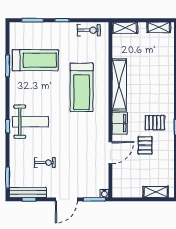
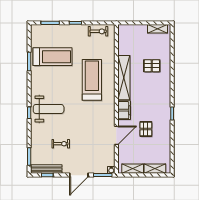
shelving: (125, 28) -> (133, 169), moved
treadmill: (82, 87) -> (92, 80), turned 180
pallet: (155, 123) -> (152, 66), moved

